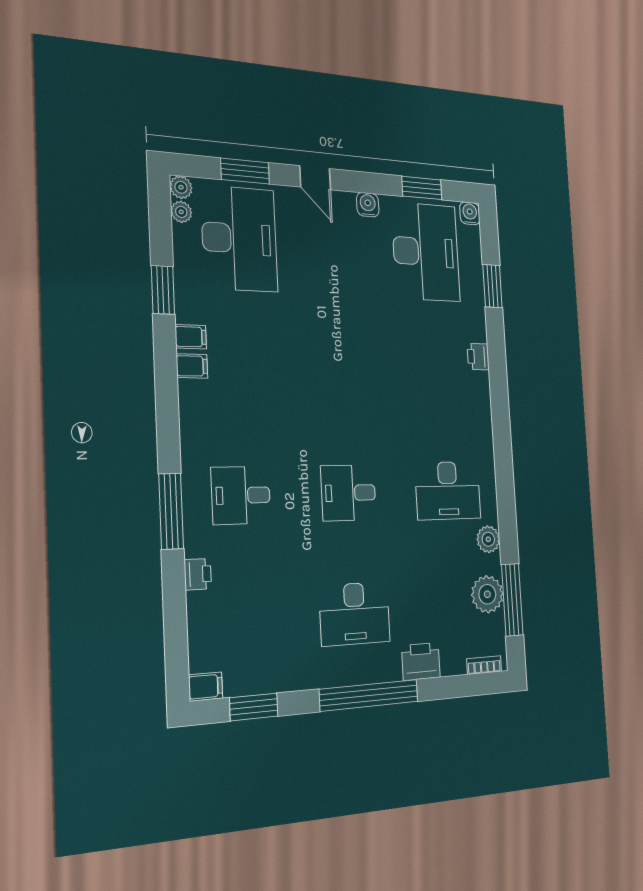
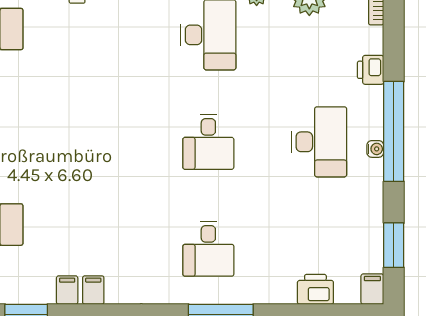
printer: (198, 574) -> (315, 289), moved, width x1.36, depth x1.24
printer: (421, 661) -> (371, 70), width x0.73, depth x0.81
water cooler: (351, 677) -> (375, 149), added

